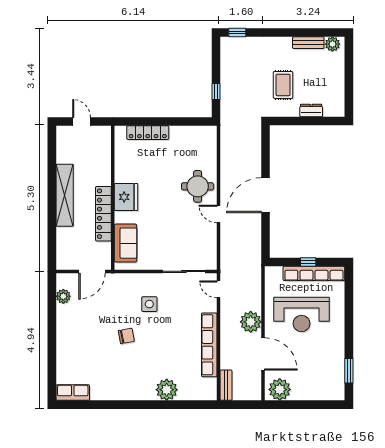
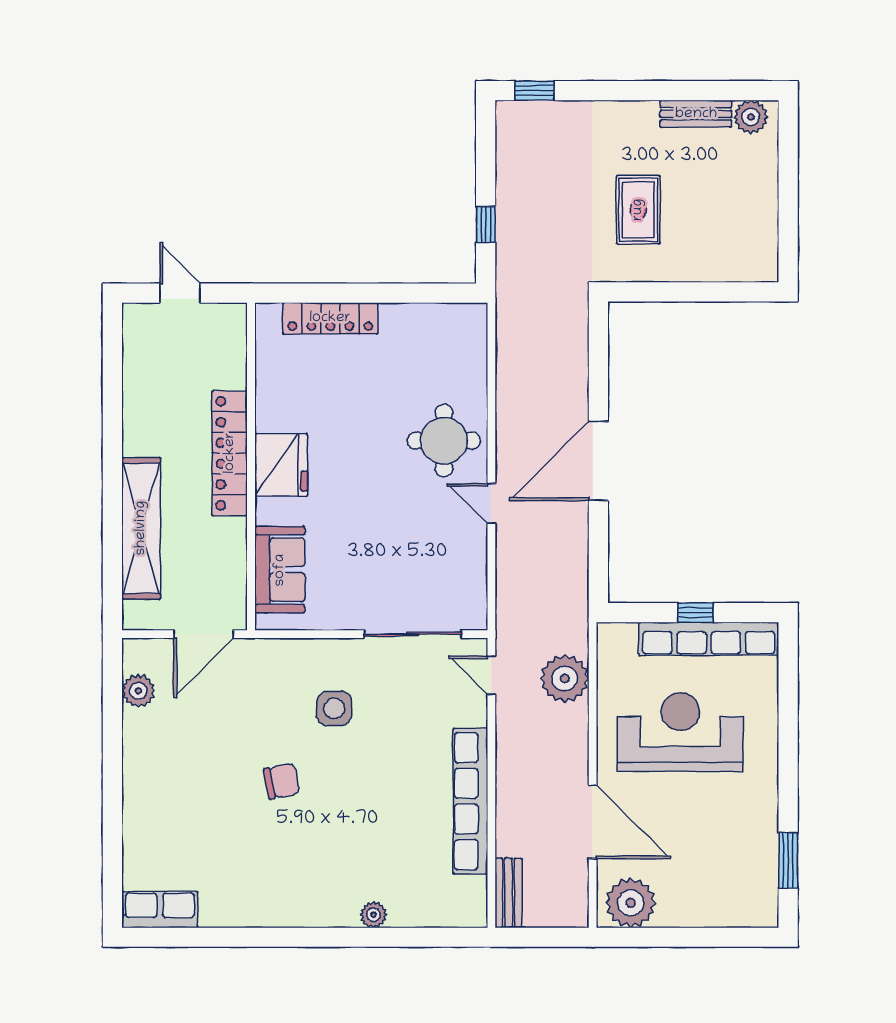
dresser: (311, 110) -> (702, 268), removed
shelving: (65, 195) -> (141, 528), moved
locker: (103, 214) -> (230, 453), moved
reception desk: (302, 314) -> (680, 732), turned 180
plant: (251, 322) -> (565, 678), moved
plant: (167, 390) -> (373, 915), width x0.53, depth x0.53

